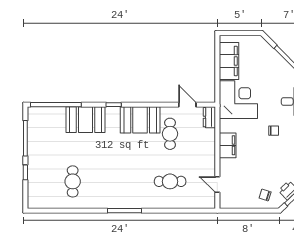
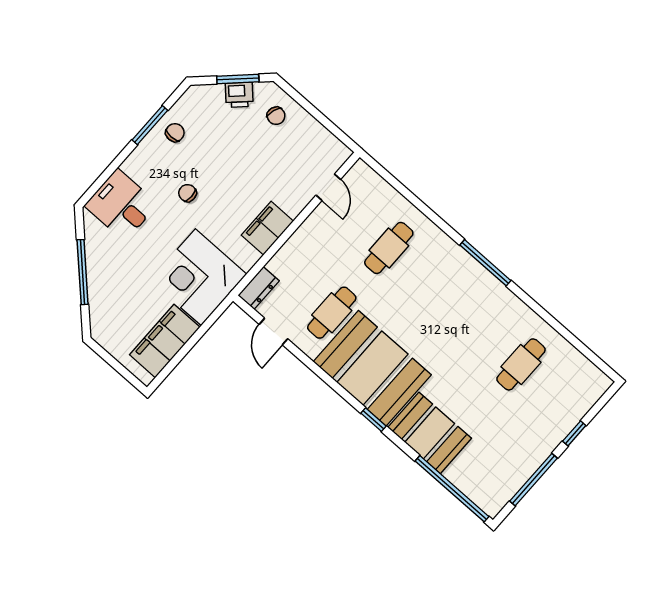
booth: (140, 120) -> (372, 368), width x1.36, depth x1.42
cafe table: (170, 181) -> (389, 248), turned 90

